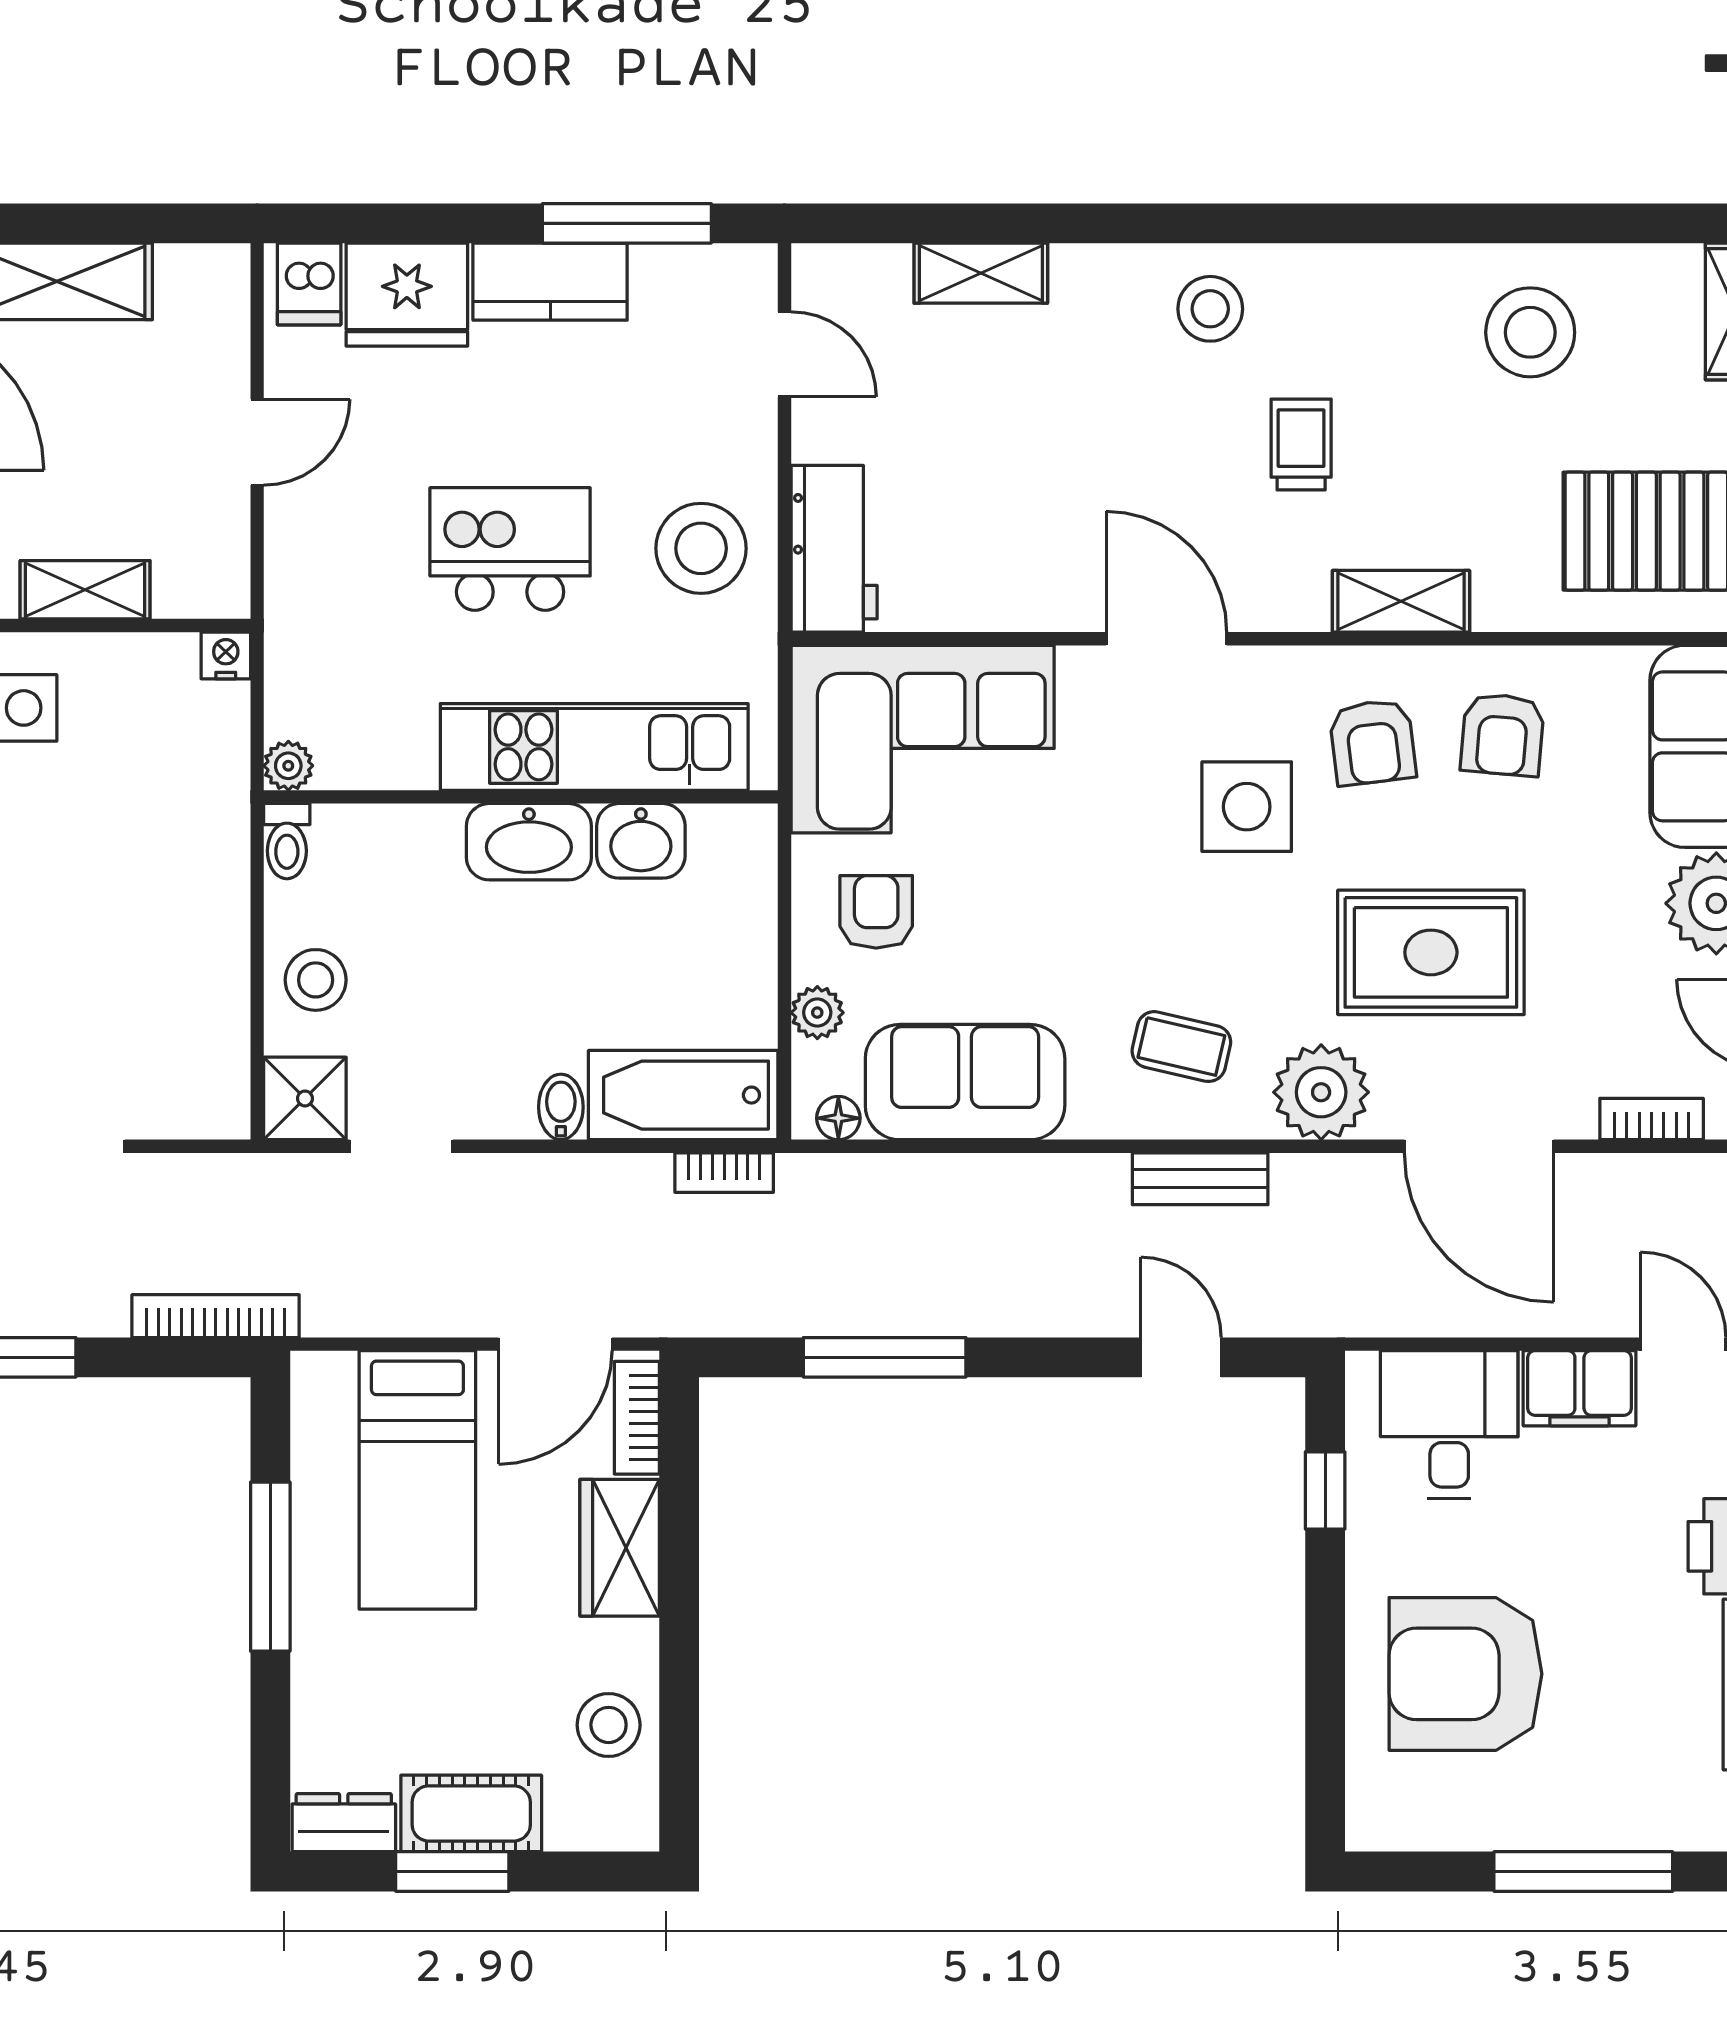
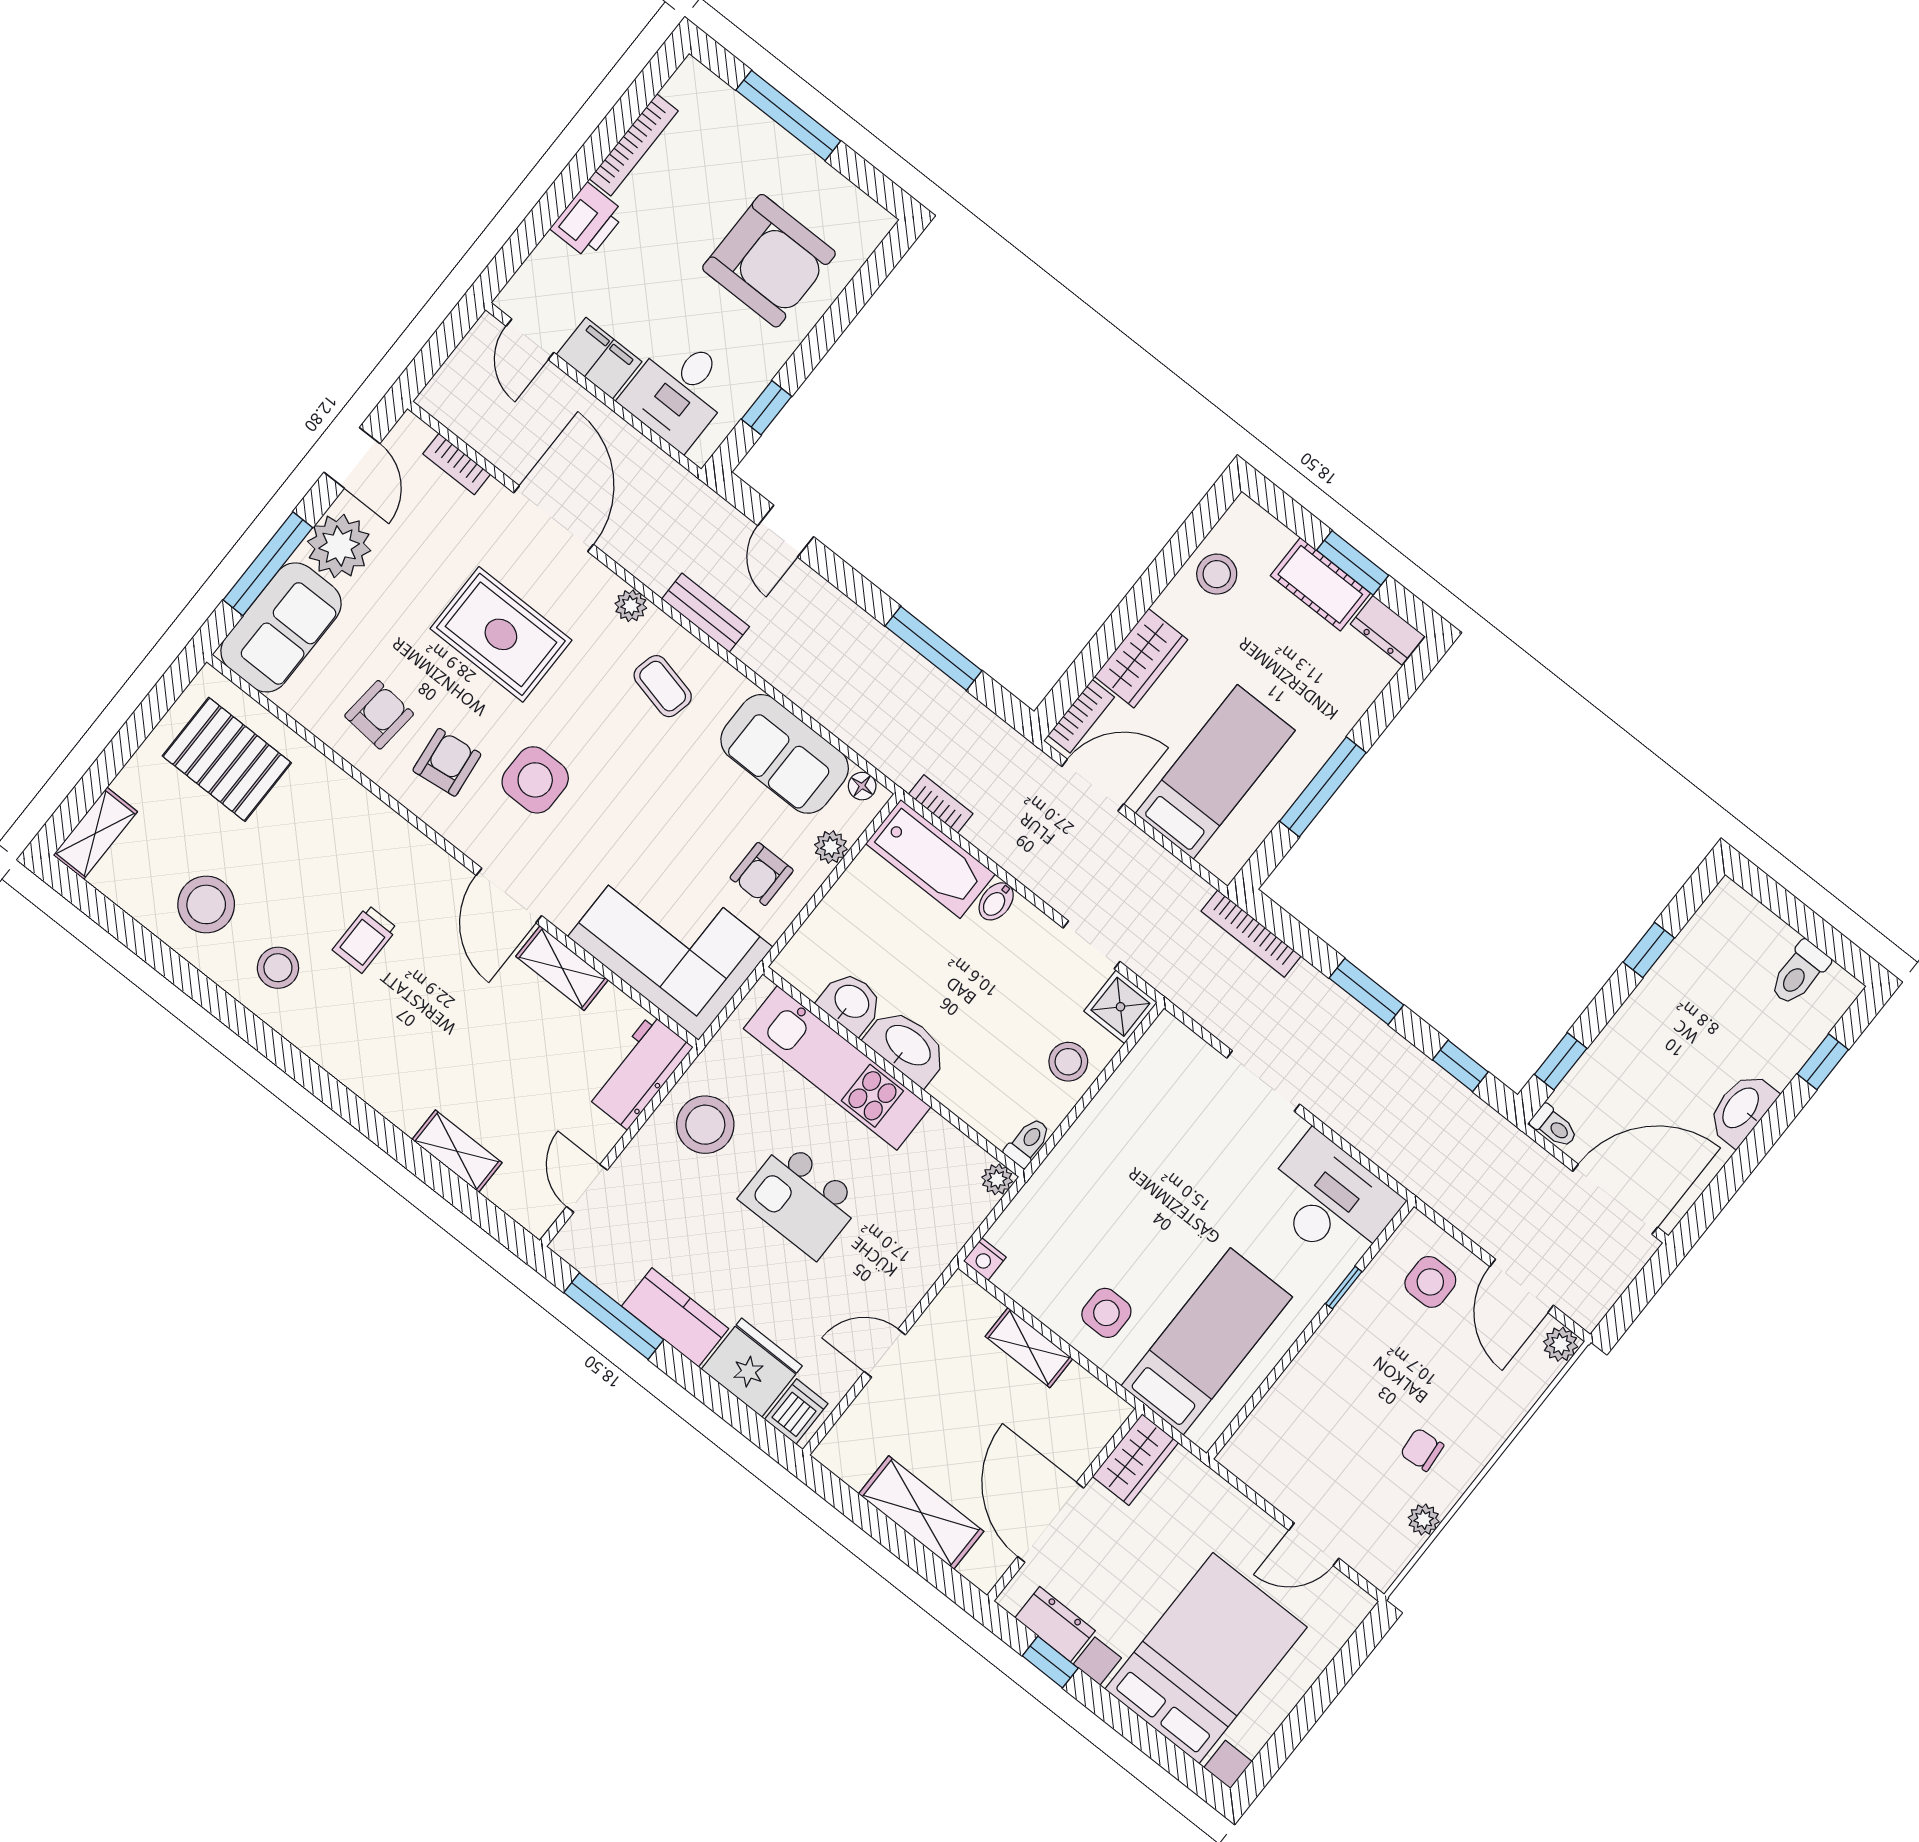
stool: (1210, 309) -> (278, 968), moved
shelving: (1401, 601) -> (562, 968), moved
plant: (1321, 1092) -> (631, 606), width x0.53, depth x0.53

